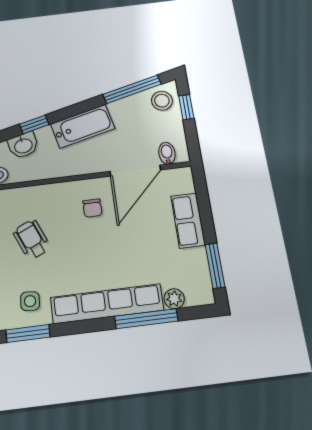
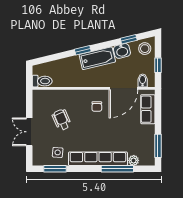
window: (132, 89) -> (129, 39), width x0.46
window: (186, 107) -> (158, 65), moved
window: (34, 124) -> (83, 50), moved
washbasin: (23, 145) -> (122, 51), moved
row of seats: (188, 220) -> (148, 109), moved

